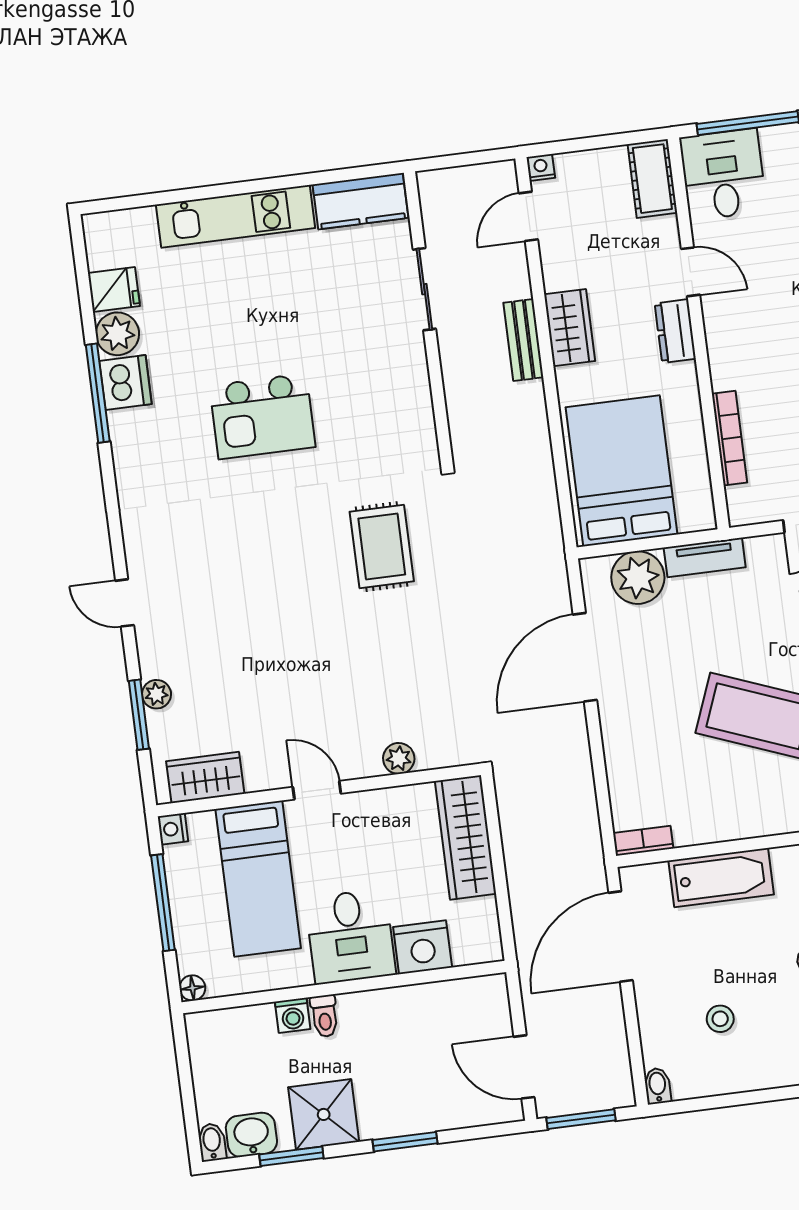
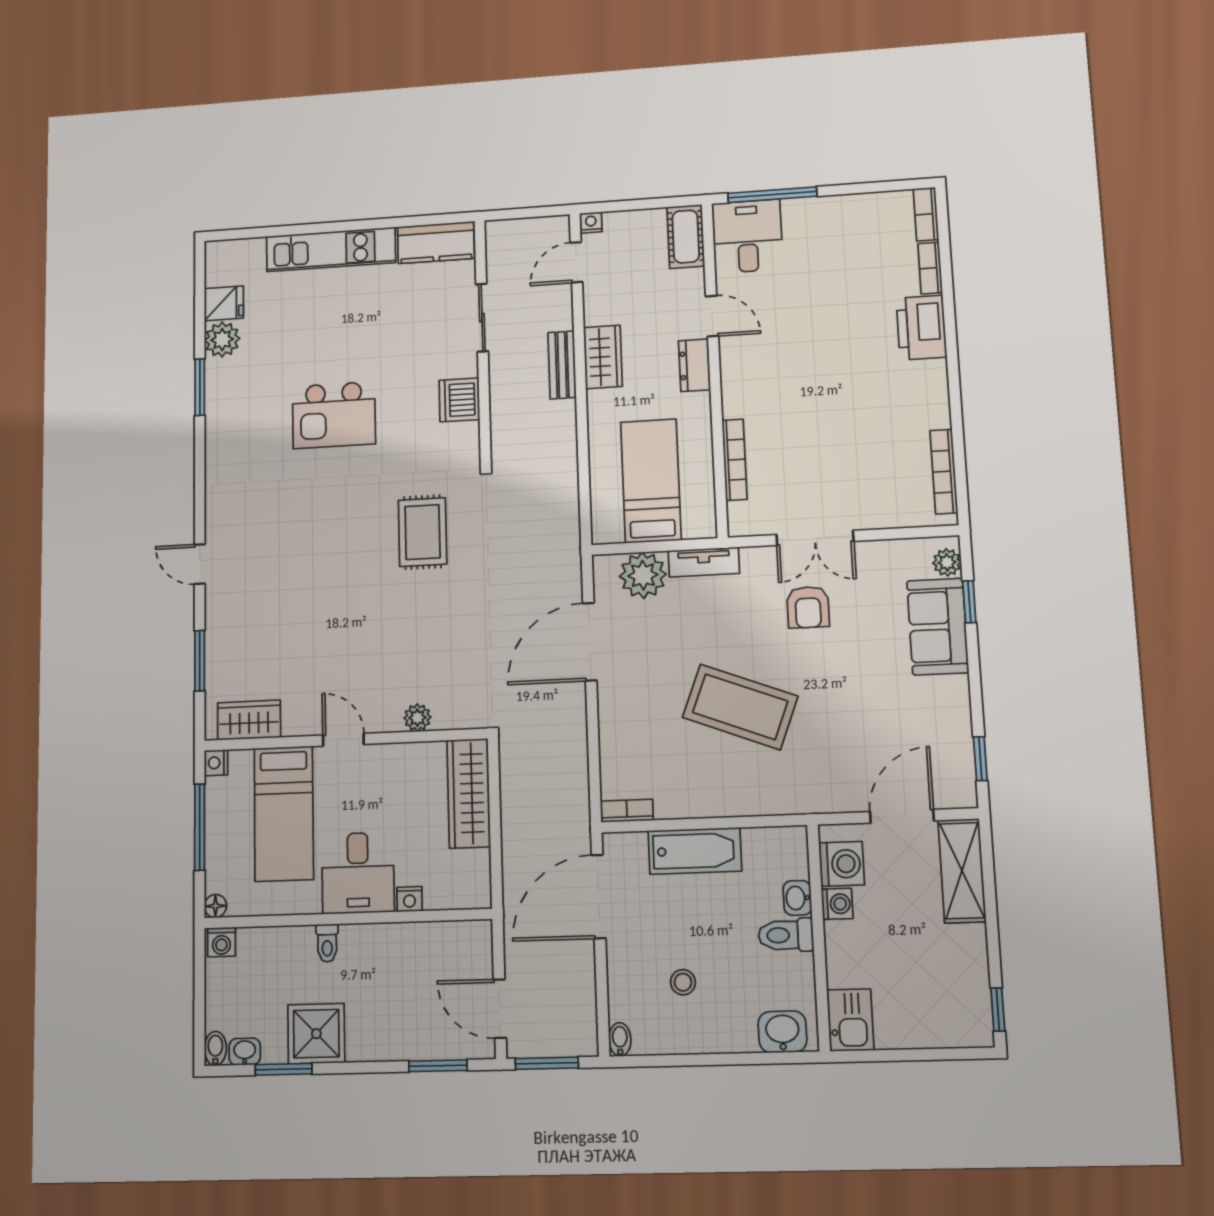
dishwasher: (125, 383) -> (459, 400), moved, turned 180
window: (98, 393) -> (200, 387), width x0.69
bed: (622, 471) -> (651, 481), width x0.67
plant: (156, 694) -> (217, 644), removed
nightstand: (423, 947) -> (409, 899), width x0.53, depth x0.56
washing machine: (293, 1015) -> (221, 942), moved
washbasin: (251, 1135) -> (245, 1052), width x0.72, depth x0.69
window: (405, 1142) -> (438, 1066), moved

